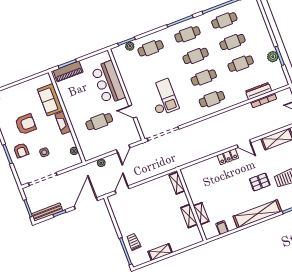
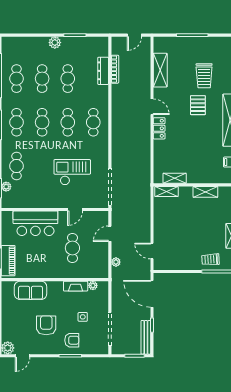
plant: (273, 57) -> (55, 43), moved
fireplace: (63, 123) -> (76, 286), moved
door: (244, 144) -> (152, 107), hinge flipped
door: (123, 149) -> (110, 234), swing flipped
shelving: (201, 214) -> (175, 178), moved

